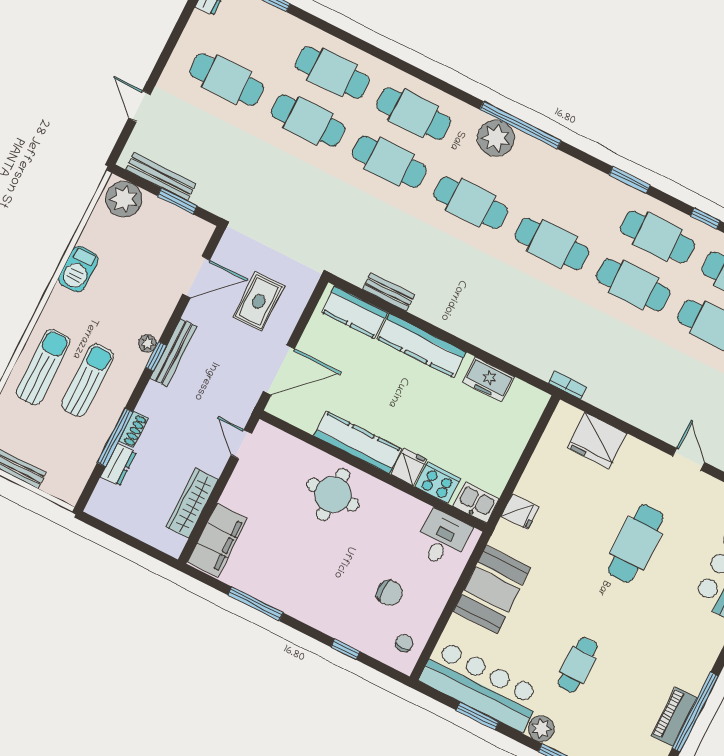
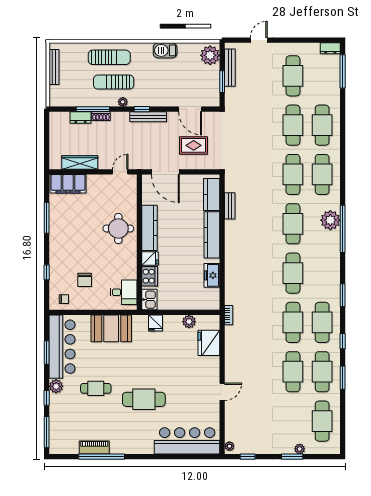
plant: (147, 343) -> (123, 102), moved
sun lounger: (88, 380) -> (114, 82), turned 180
plant: (545, 455) -> (189, 322), added
cafe table: (636, 544) -> (144, 399), moved

